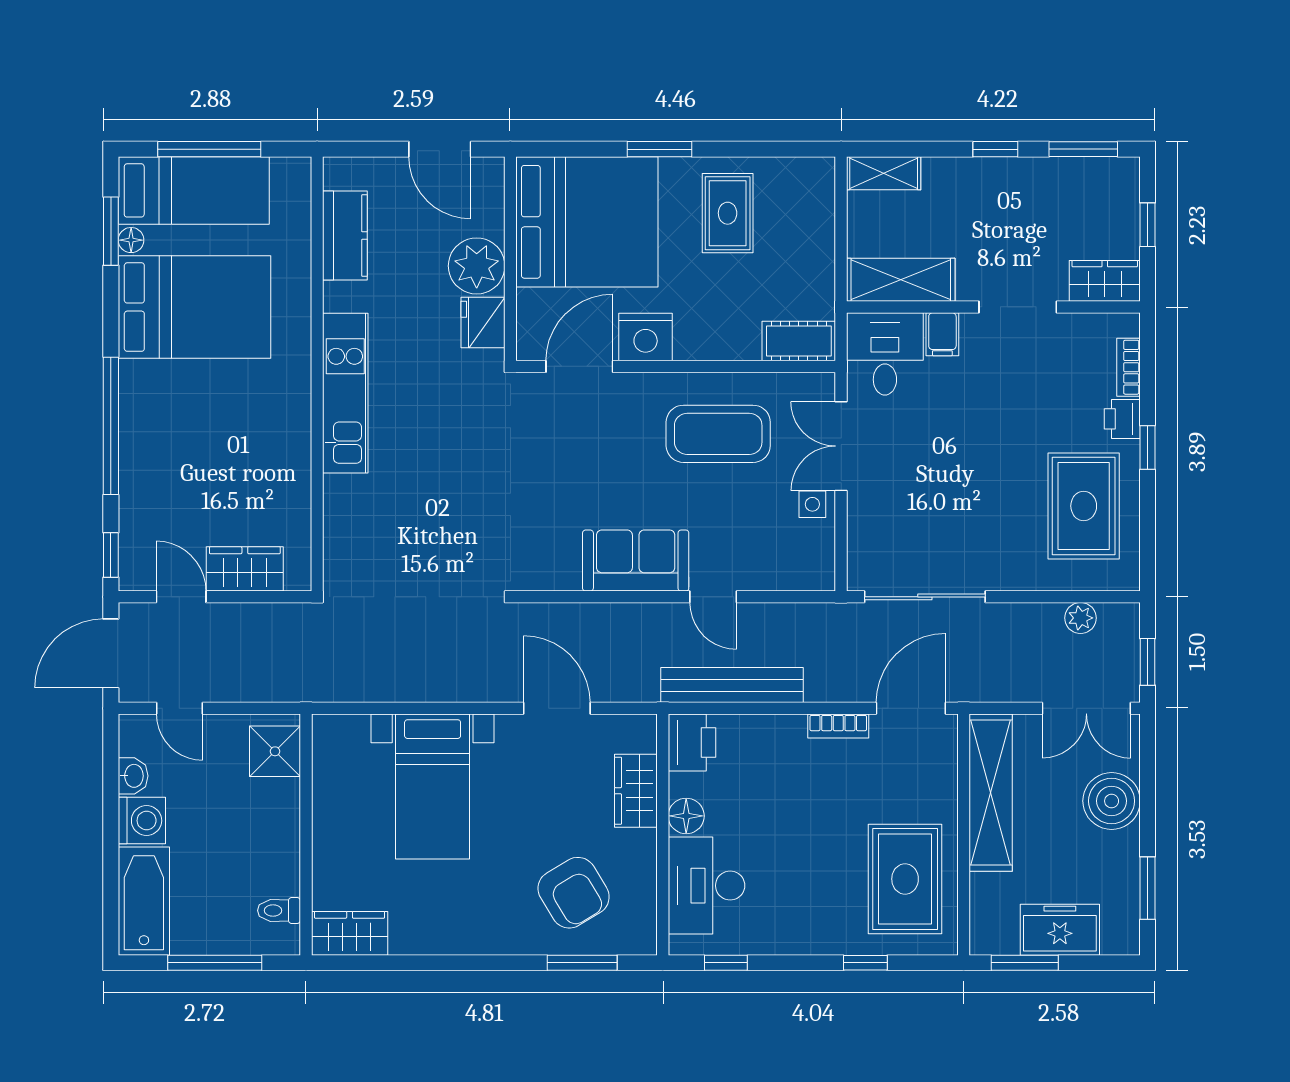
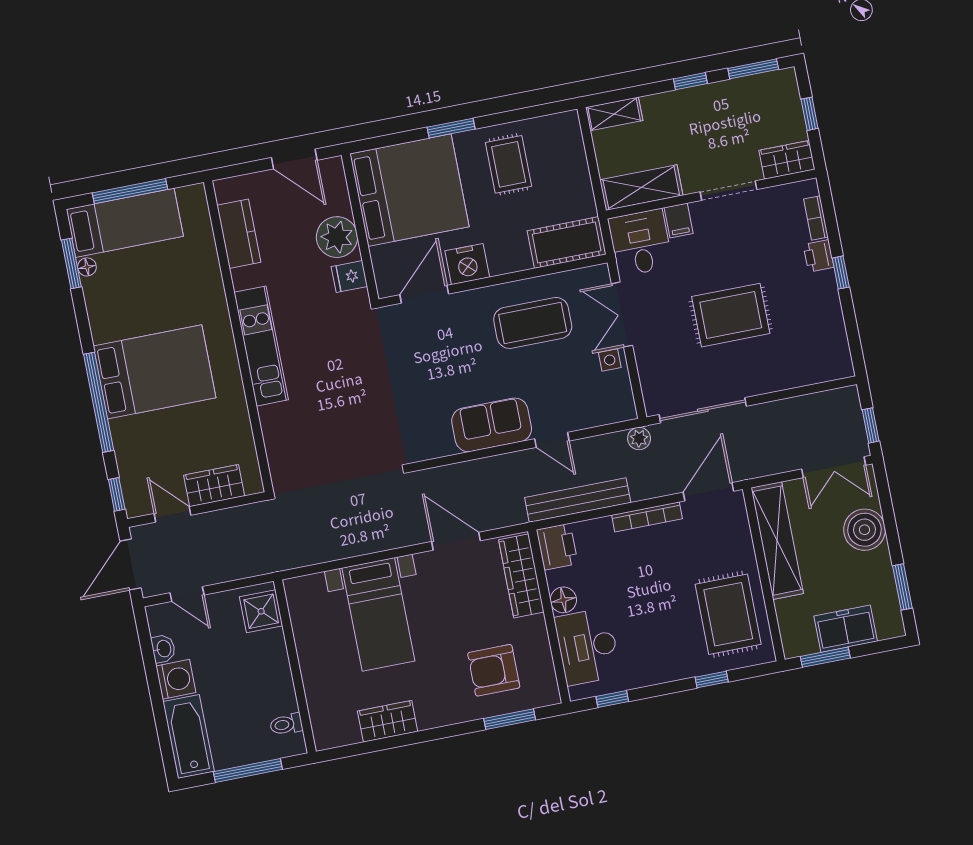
bed: (194, 307) -> (155, 372), moved
fridge: (483, 322) -> (349, 276), width x0.72
cot: (799, 341) -> (567, 243), width x1.37, depth x1.34
rug: (1084, 506) -> (731, 315), moved, turned 90
plant: (1080, 618) -> (639, 438), moved
bookcase: (838, 726) -> (647, 517), width x1.56
wardrobe: (636, 791) -> (521, 576), width x1.50
armchair: (574, 893) -> (494, 670), turned 121
wardrobe: (350, 933) -> (388, 721), moved

